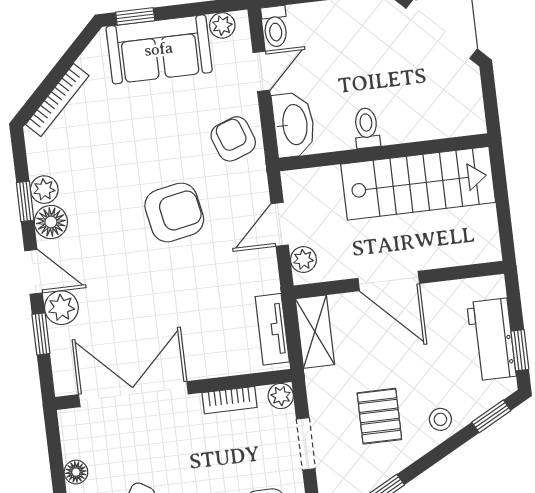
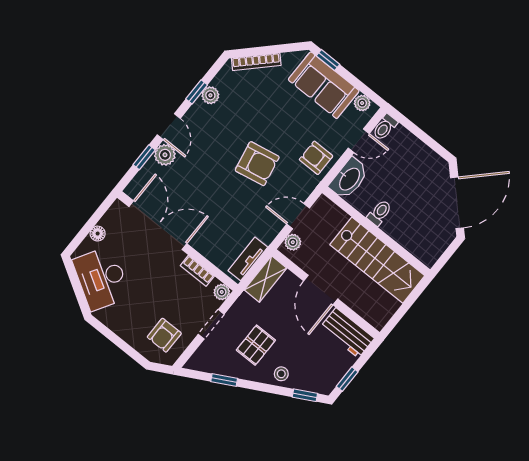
armchair: (233, 139) -> (316, 158), turned -70
floor lamp: (51, 222) -> (199, 113), removed
workbench: (491, 339) -> (347, 333), moved, turned -90

